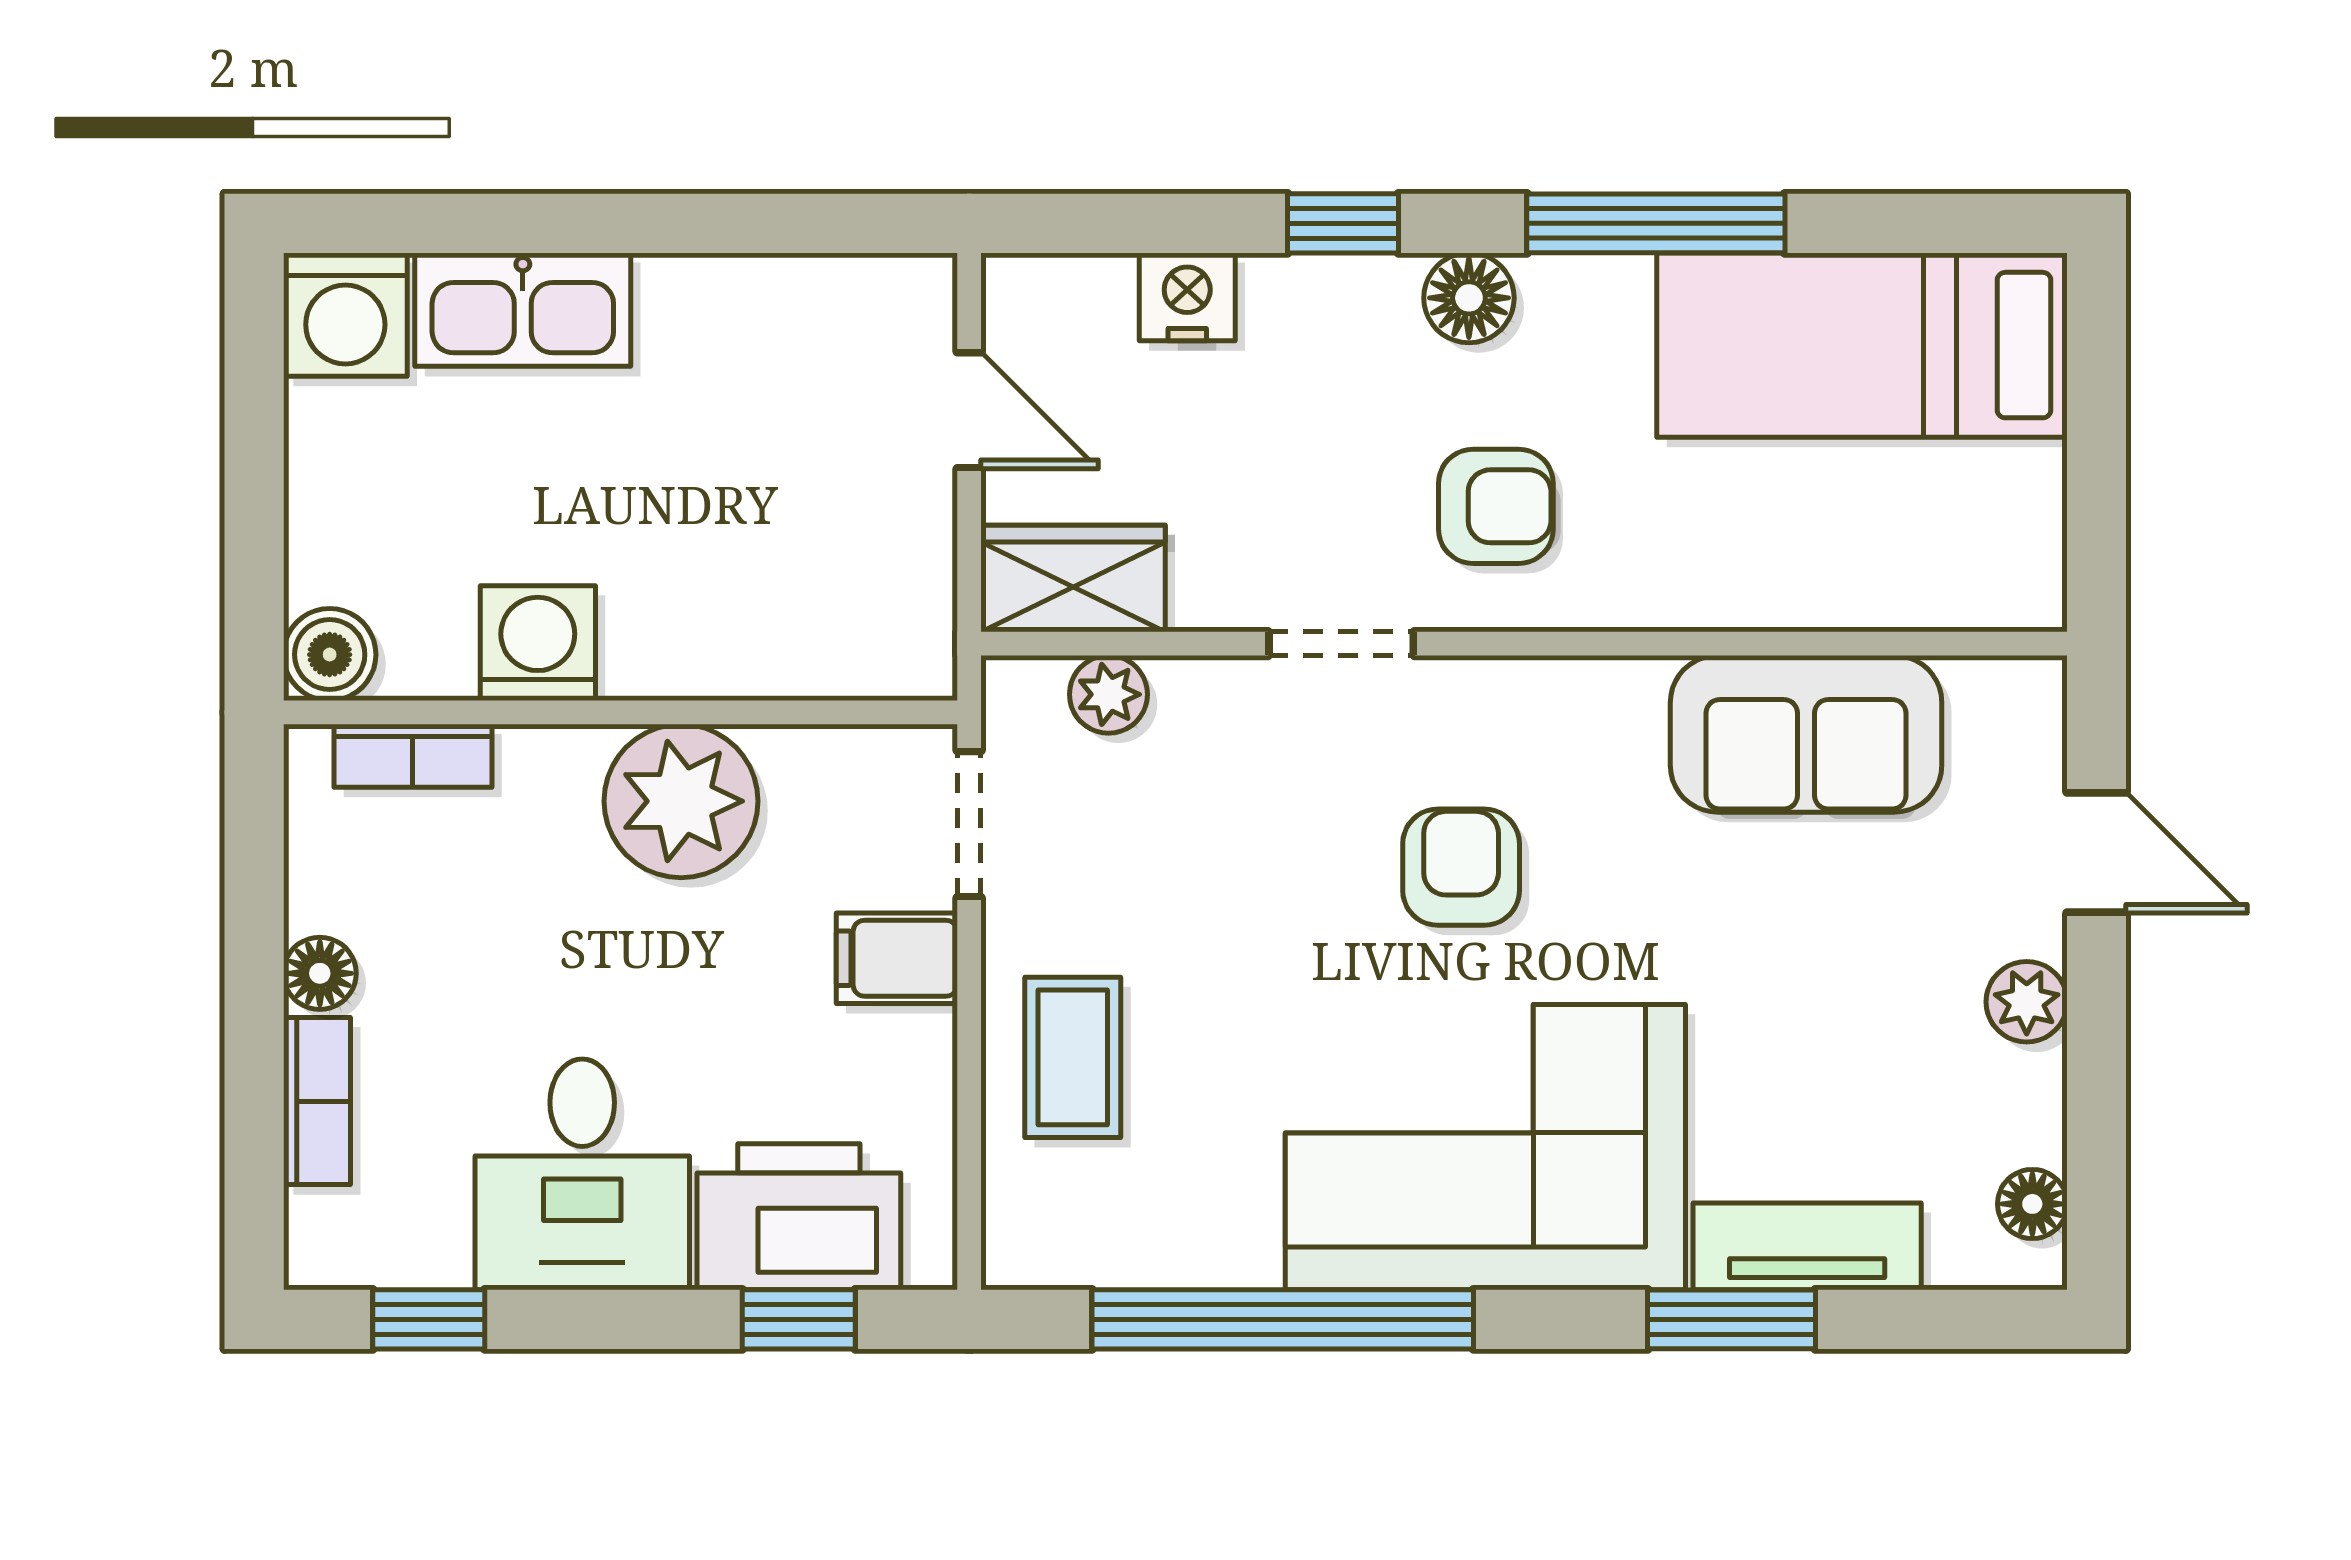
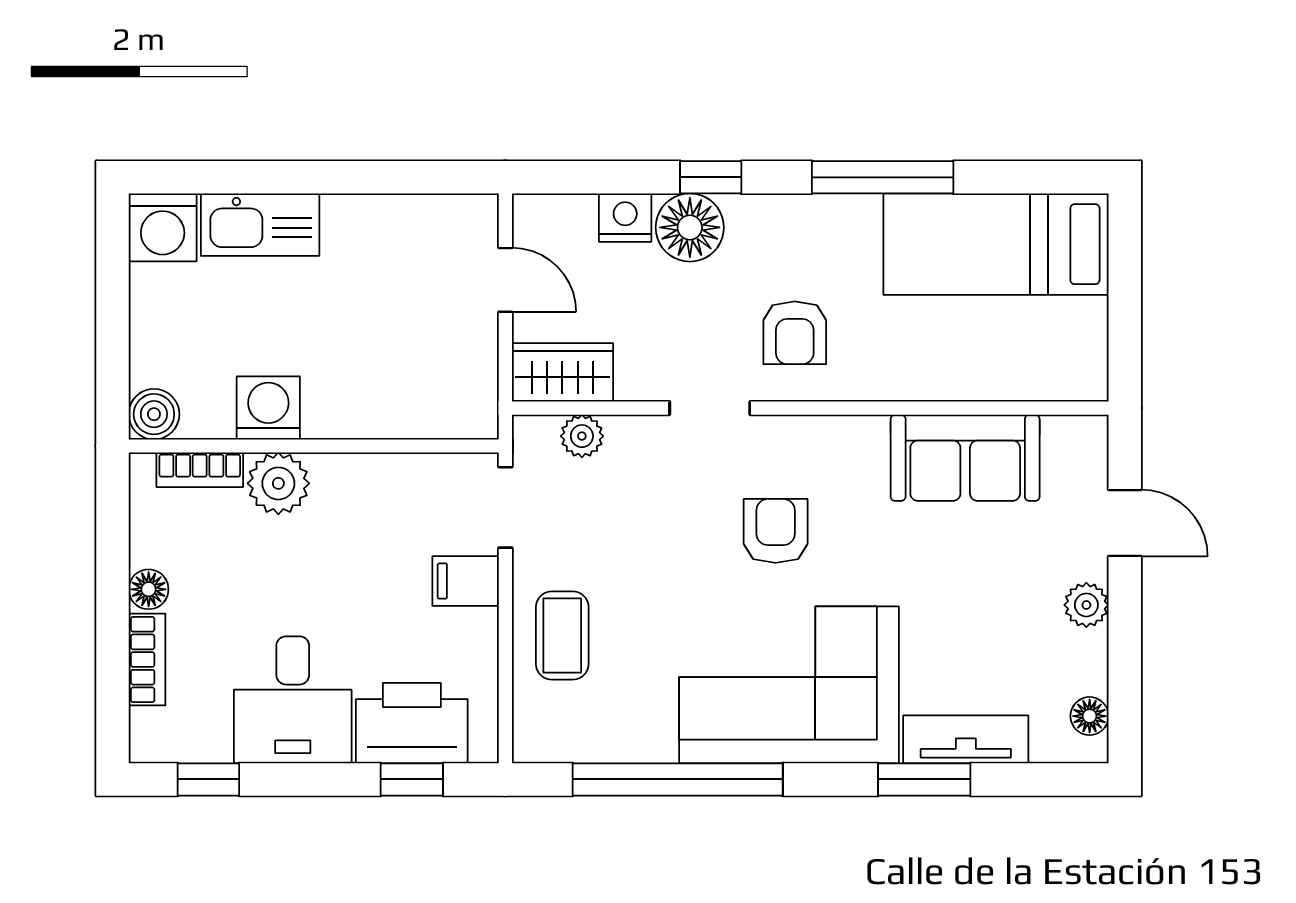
floor lamp: (1469, 298) -> (690, 227), moved, width x1.38, depth x1.38
armchair: (1496, 506) -> (795, 333), turned 90
plant: (681, 801) -> (278, 483), moved, width x0.73, depth x0.73

